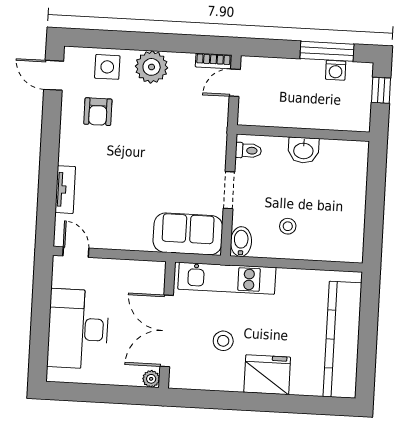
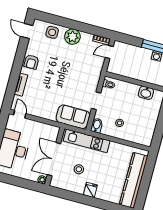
armchair: (98, 112) -> (31, 62), moved
washbasin: (303, 150) -> (146, 93), moved
fridge: (267, 375) -> (90, 190), width x0.53, depth x0.75

